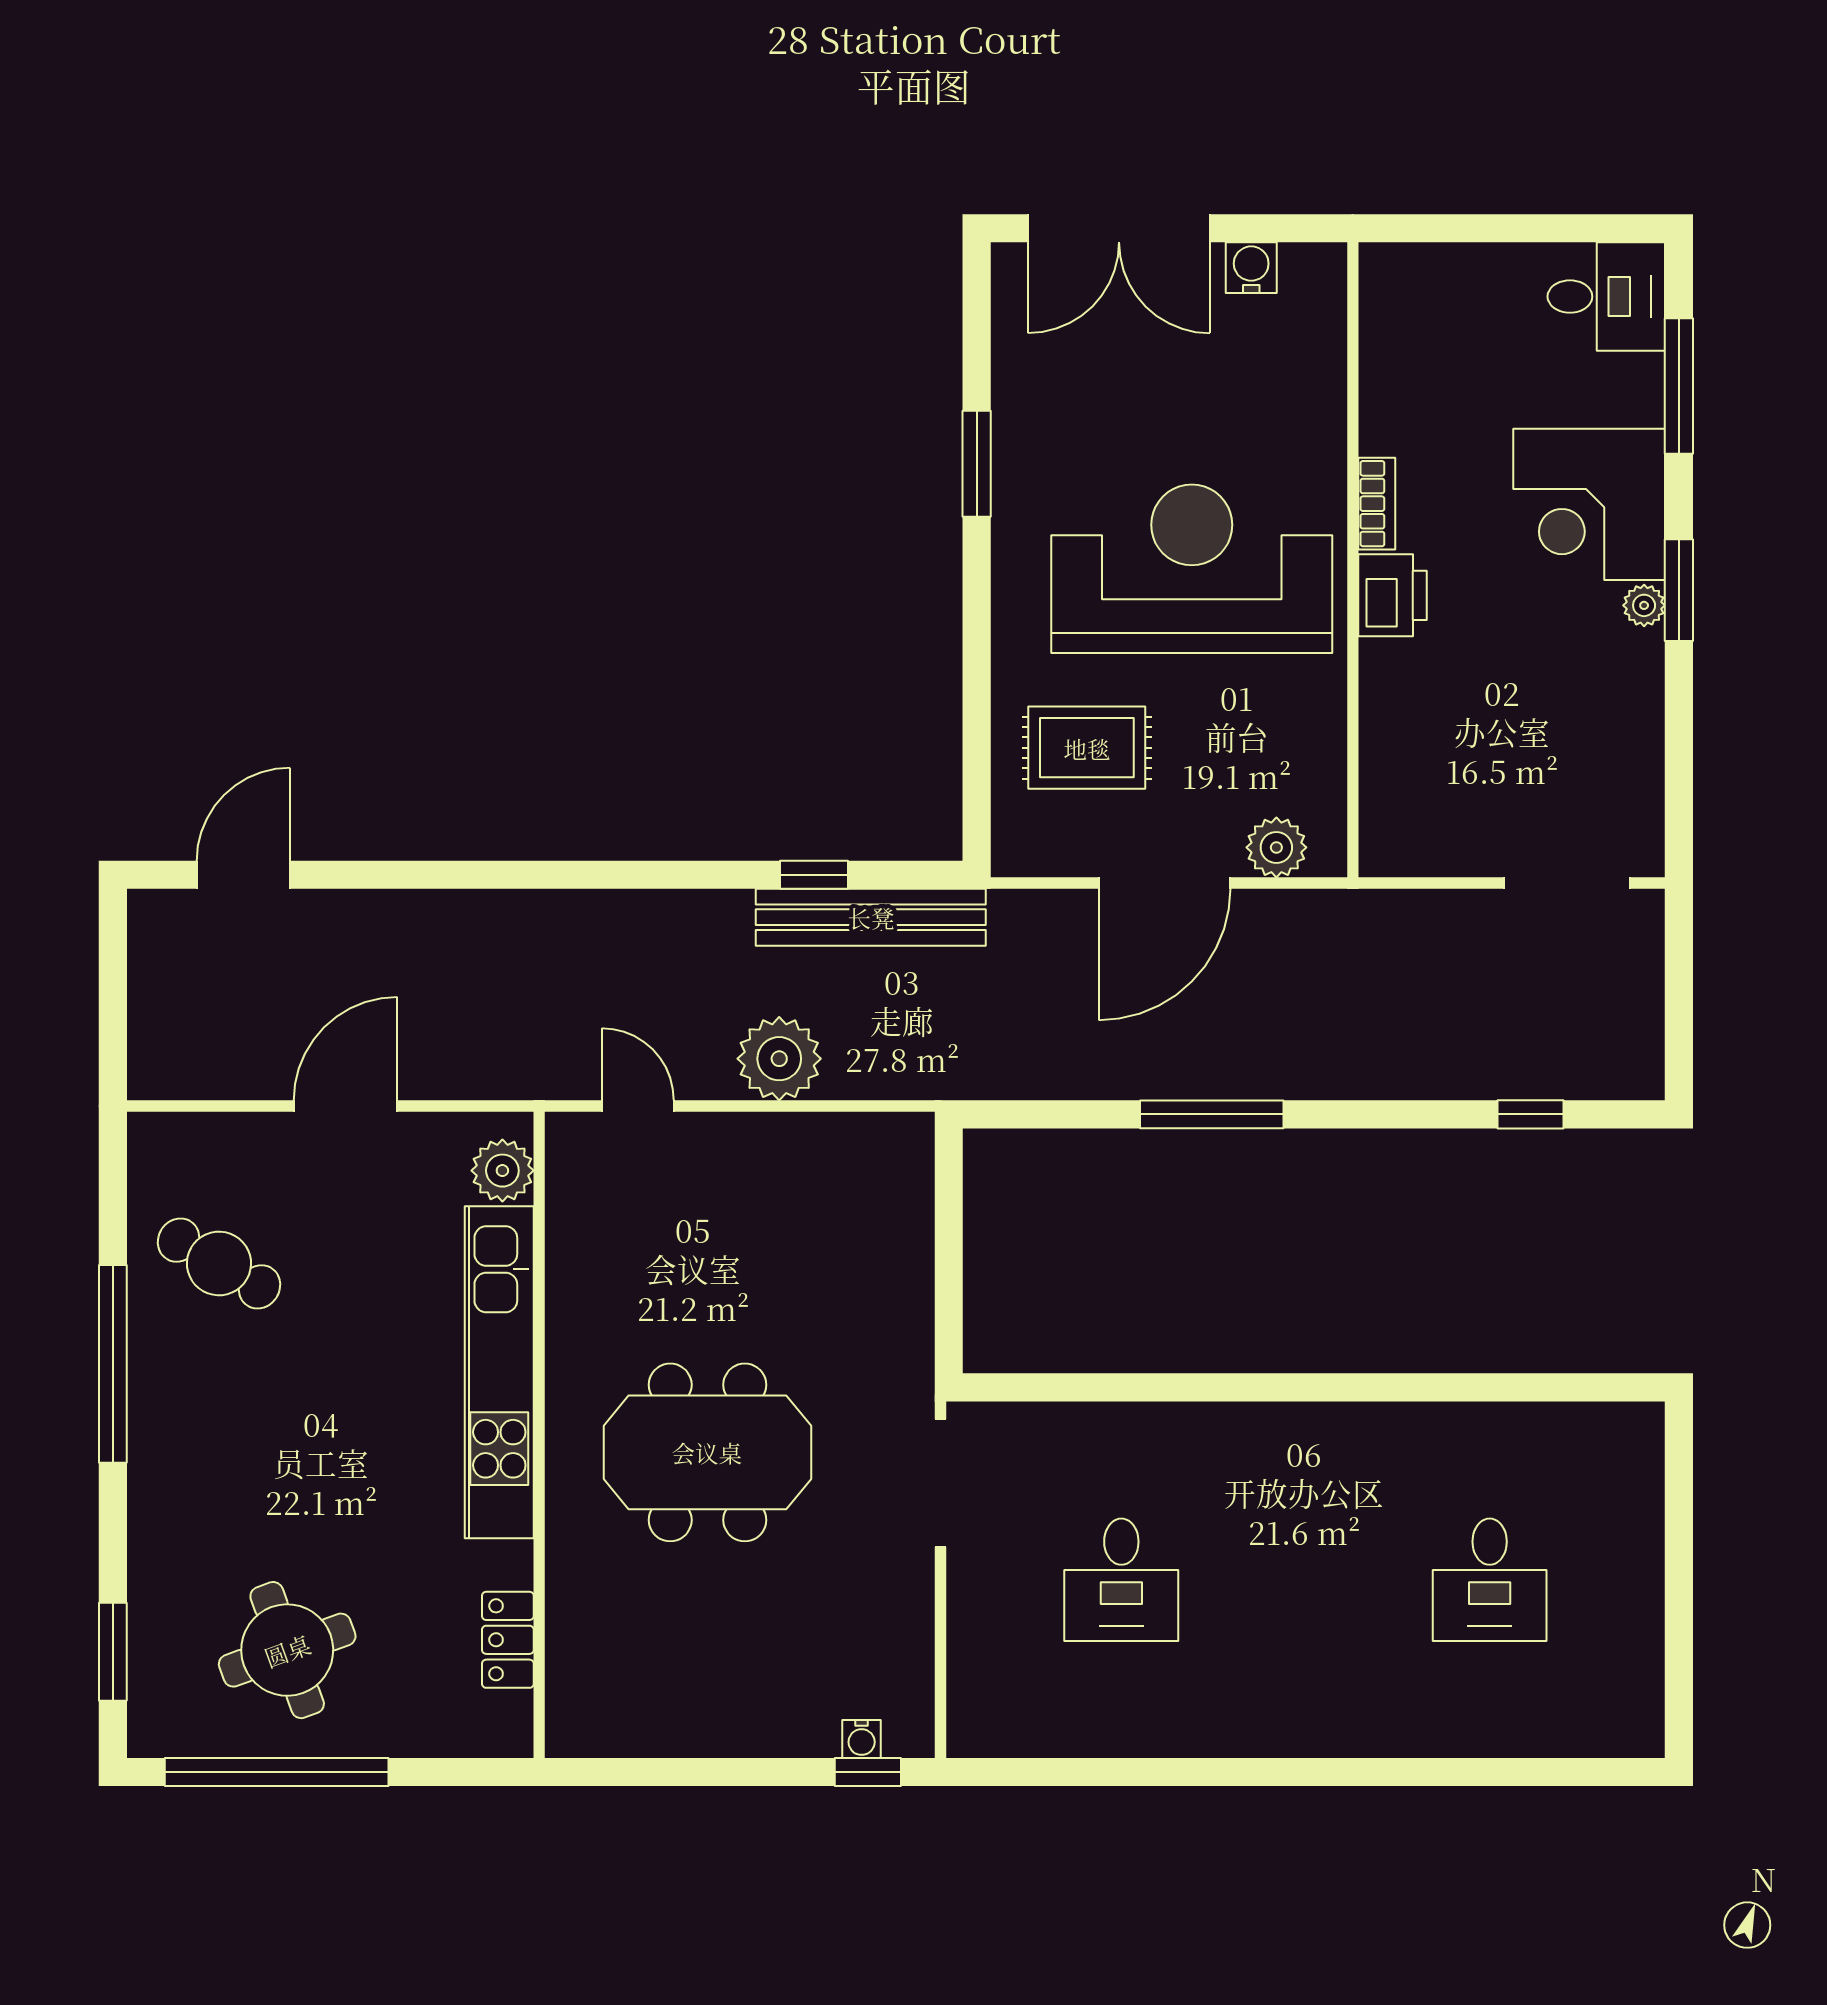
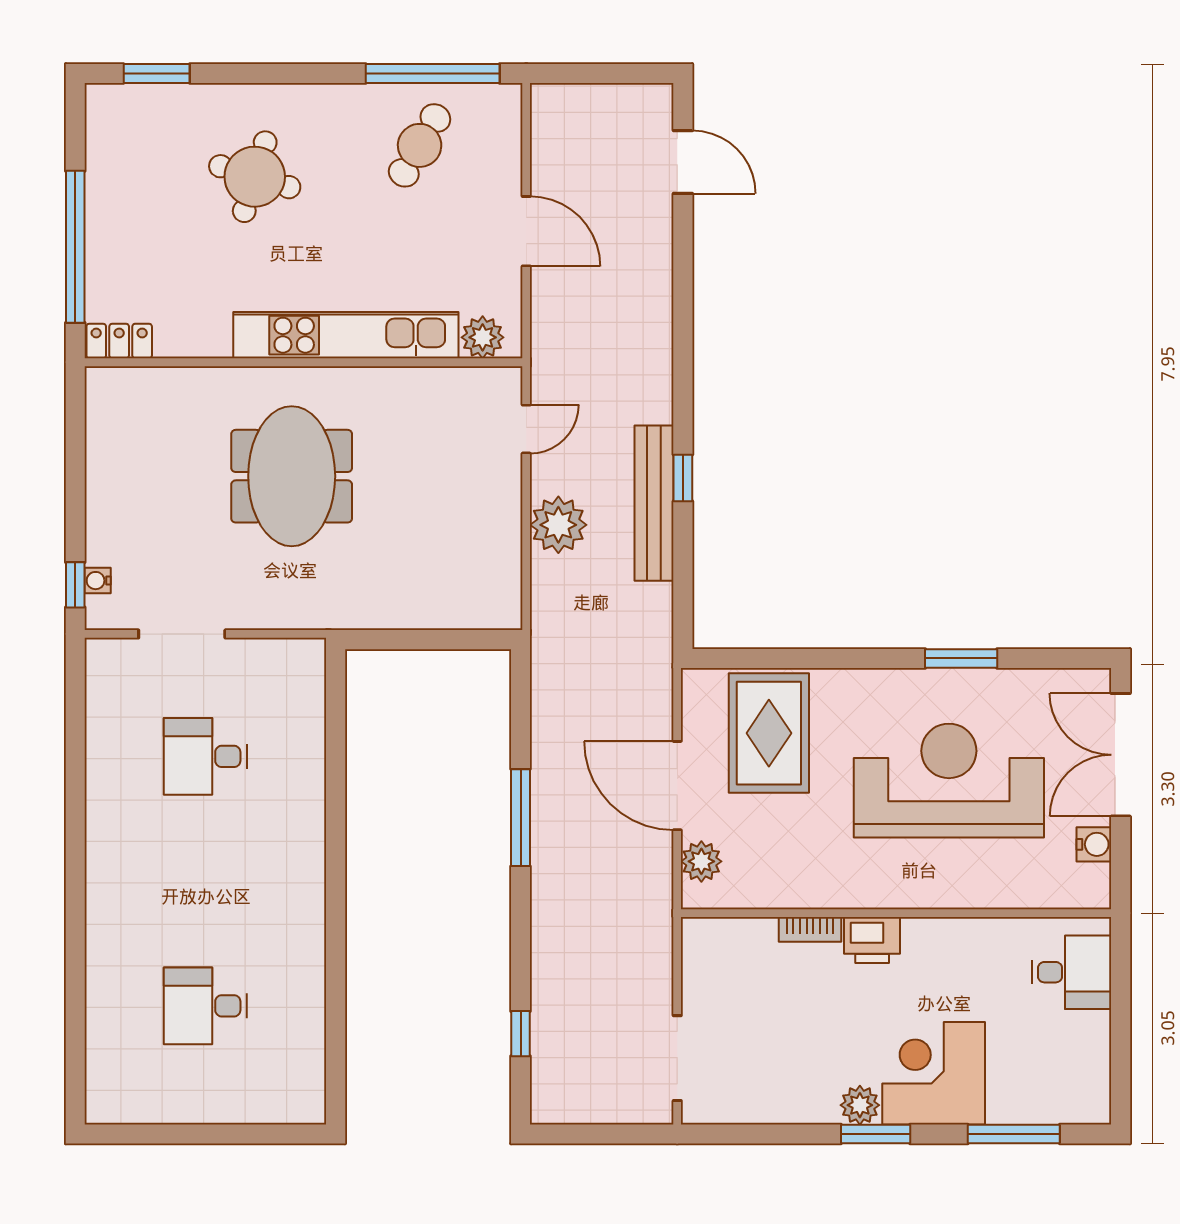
desk: (1606, 297) -> (1071, 972), moved, turned -90
bookcase: (1377, 504) -> (810, 929), moved
reception desk: (1192, 569) -> (949, 781), moved, turned -90
plant: (1644, 605) -> (860, 1105), width x1.38, depth x1.38
rug: (1087, 748) -> (769, 733), width x1.36, depth x1.43
window: (814, 875) -> (683, 478), moved
bench: (871, 917) -> (654, 503), moved
window: (113, 1364) -> (433, 74), moved
doorway: (940, 1483) -> (182, 634), moved
locker: (508, 1640) -> (119, 341), moved
round table: (287, 1650) -> (255, 177), moved, turned 37
window: (277, 1772) -> (75, 247), moved

